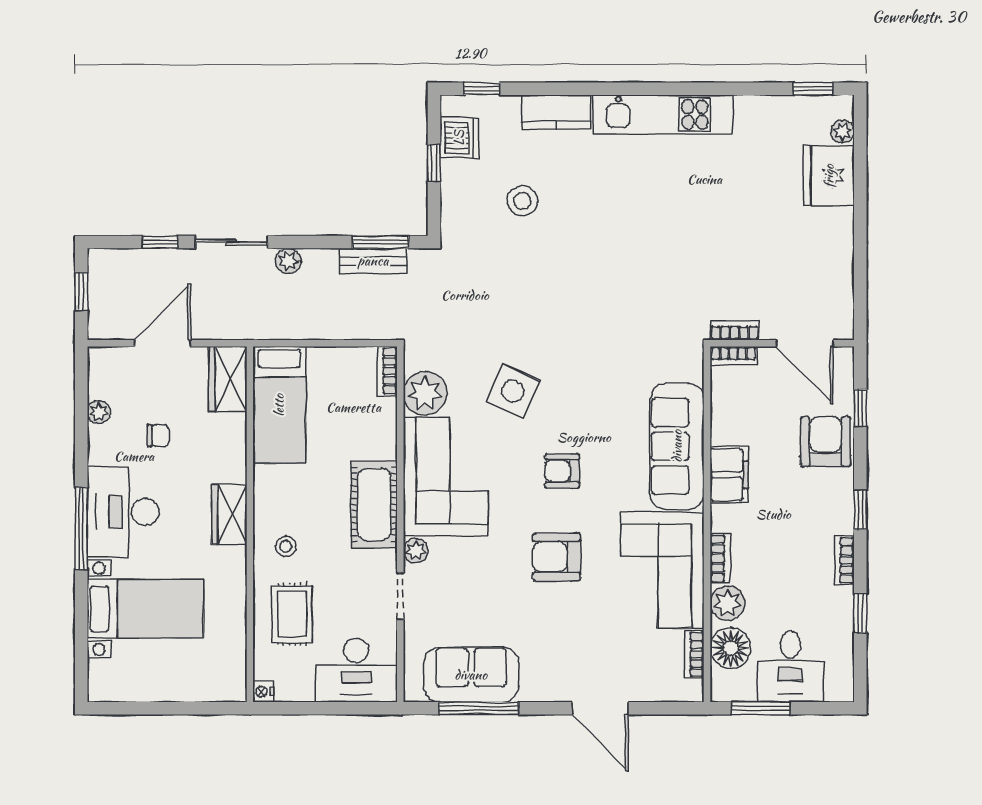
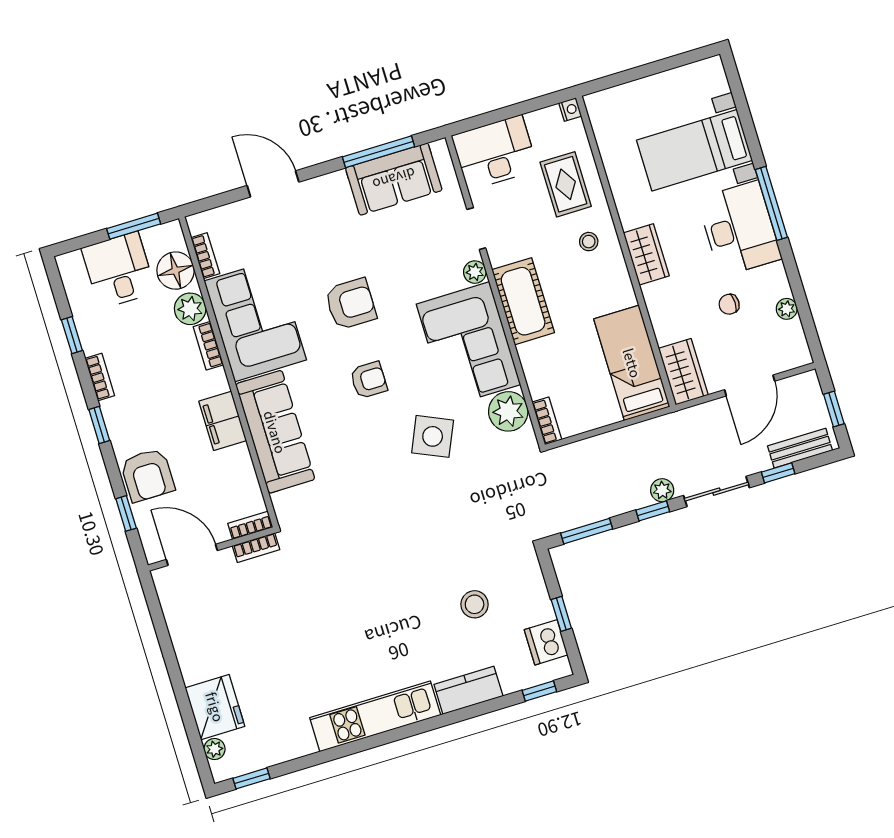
window: (305, 242) -> (653, 511), added
bench: (373, 261) -> (800, 448), moved

